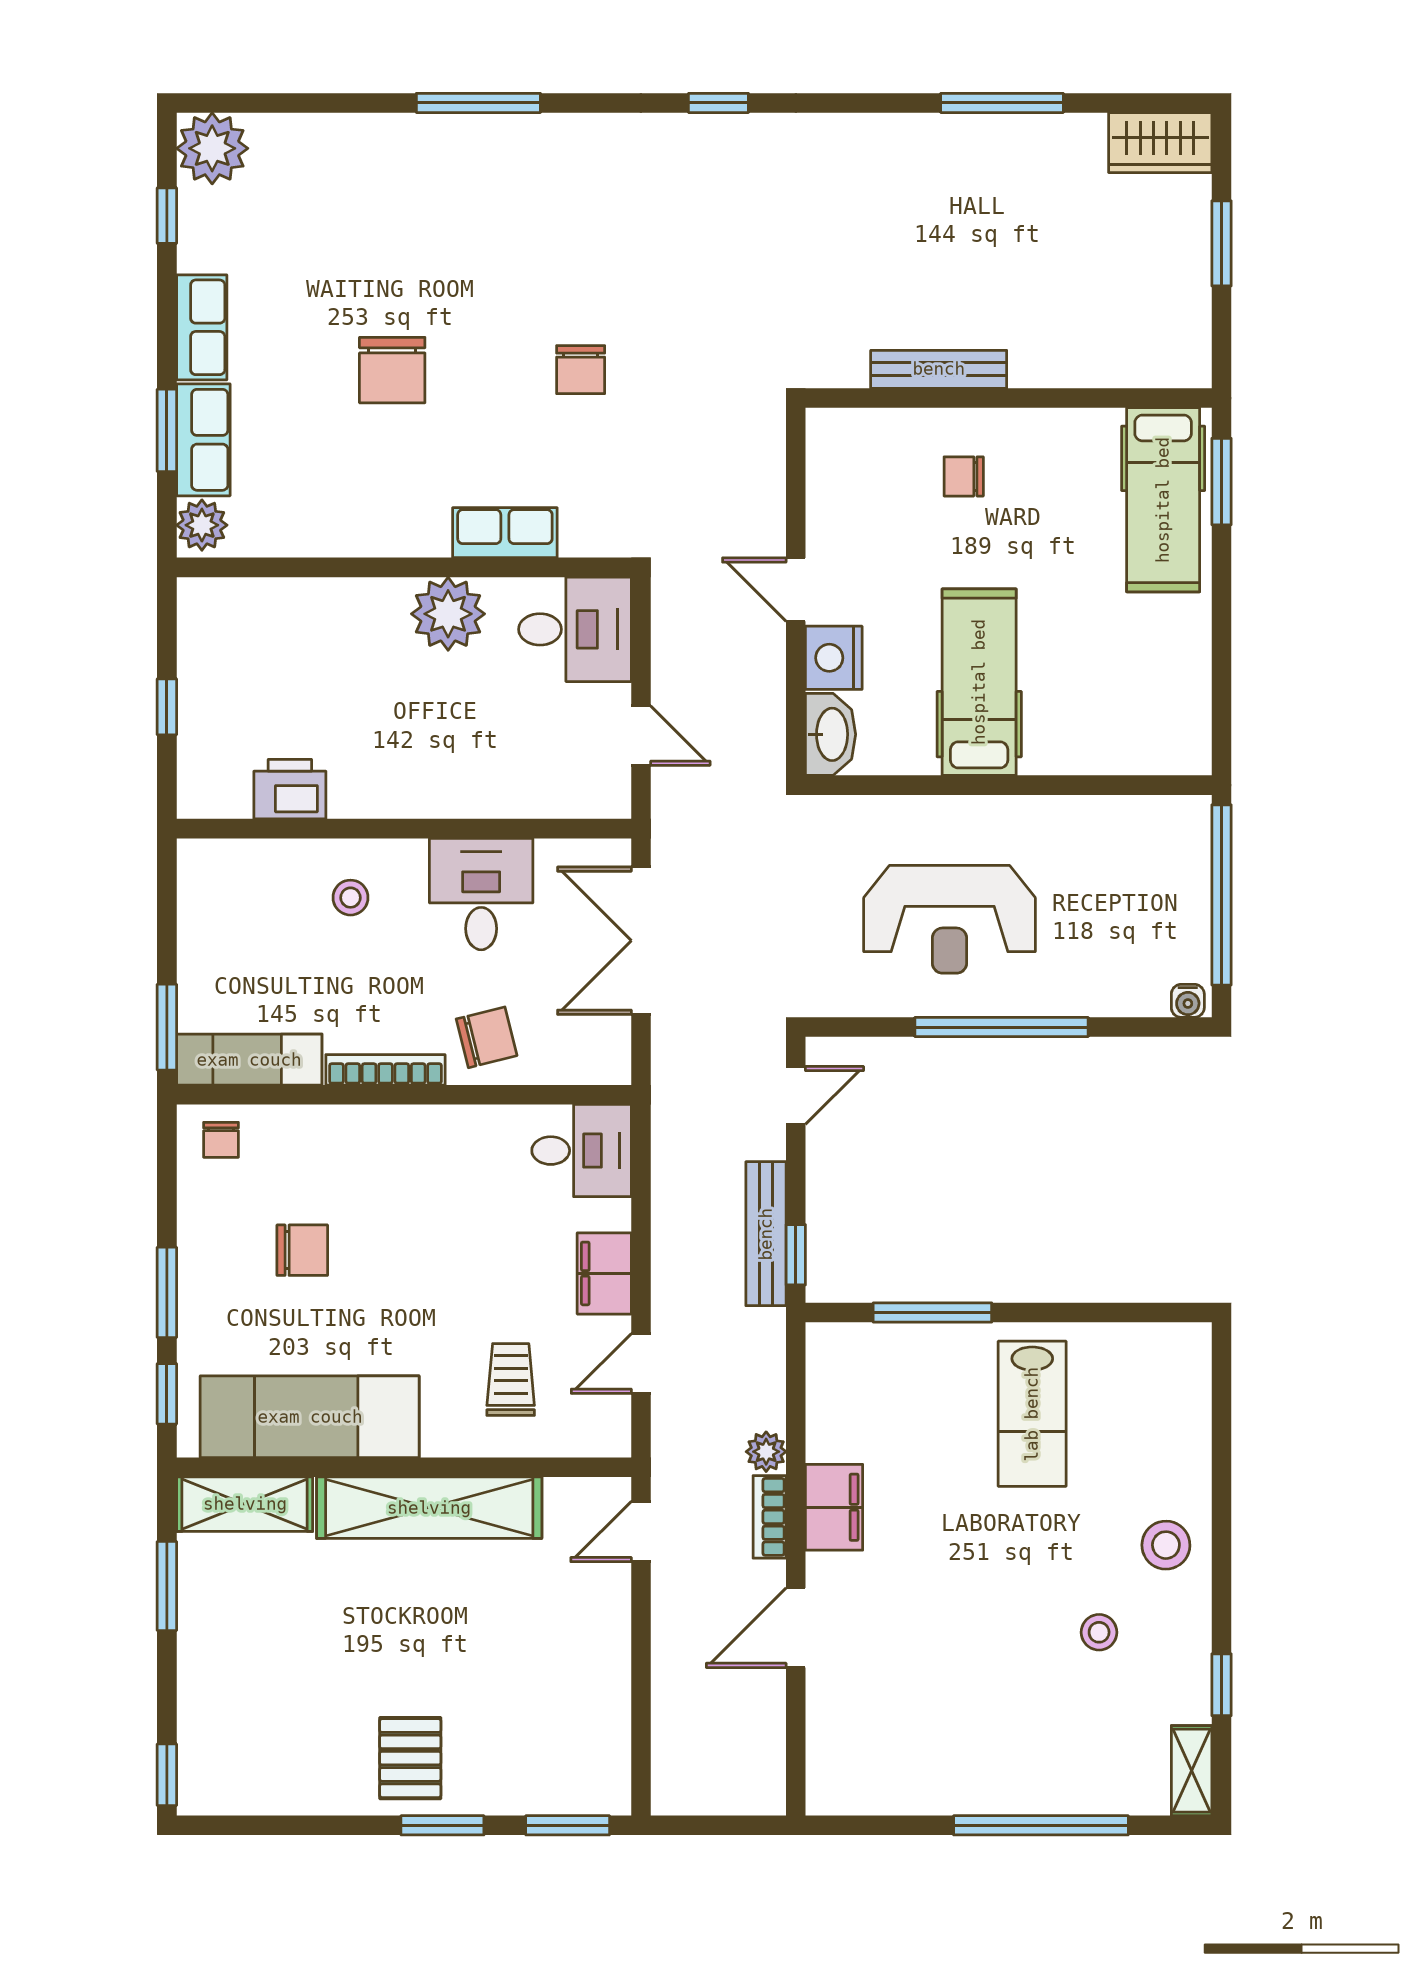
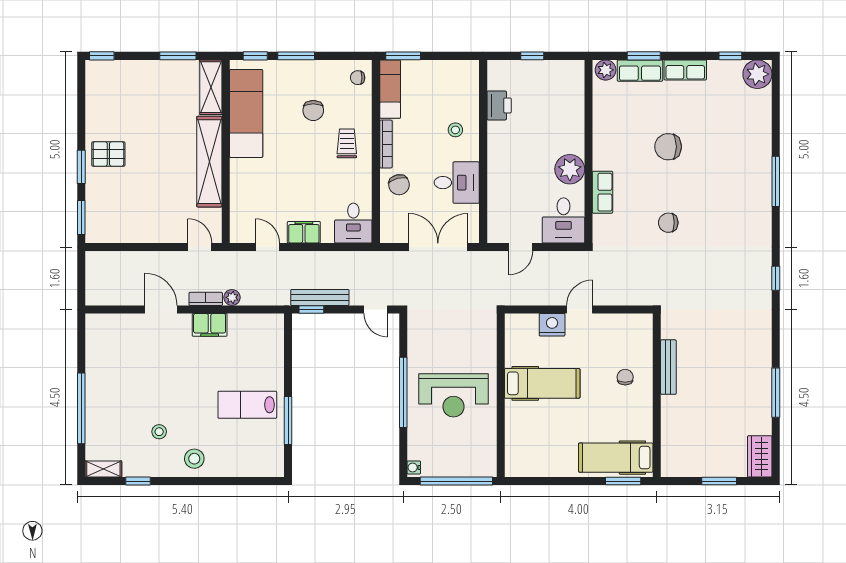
washbasin: (831, 734) -> (521, 323), removed
reception desk: (950, 919) -> (453, 395), moved, turned -90
window: (932, 1312) -> (288, 420), moved
trolley: (511, 1379) -> (347, 143), moved, turned -90

